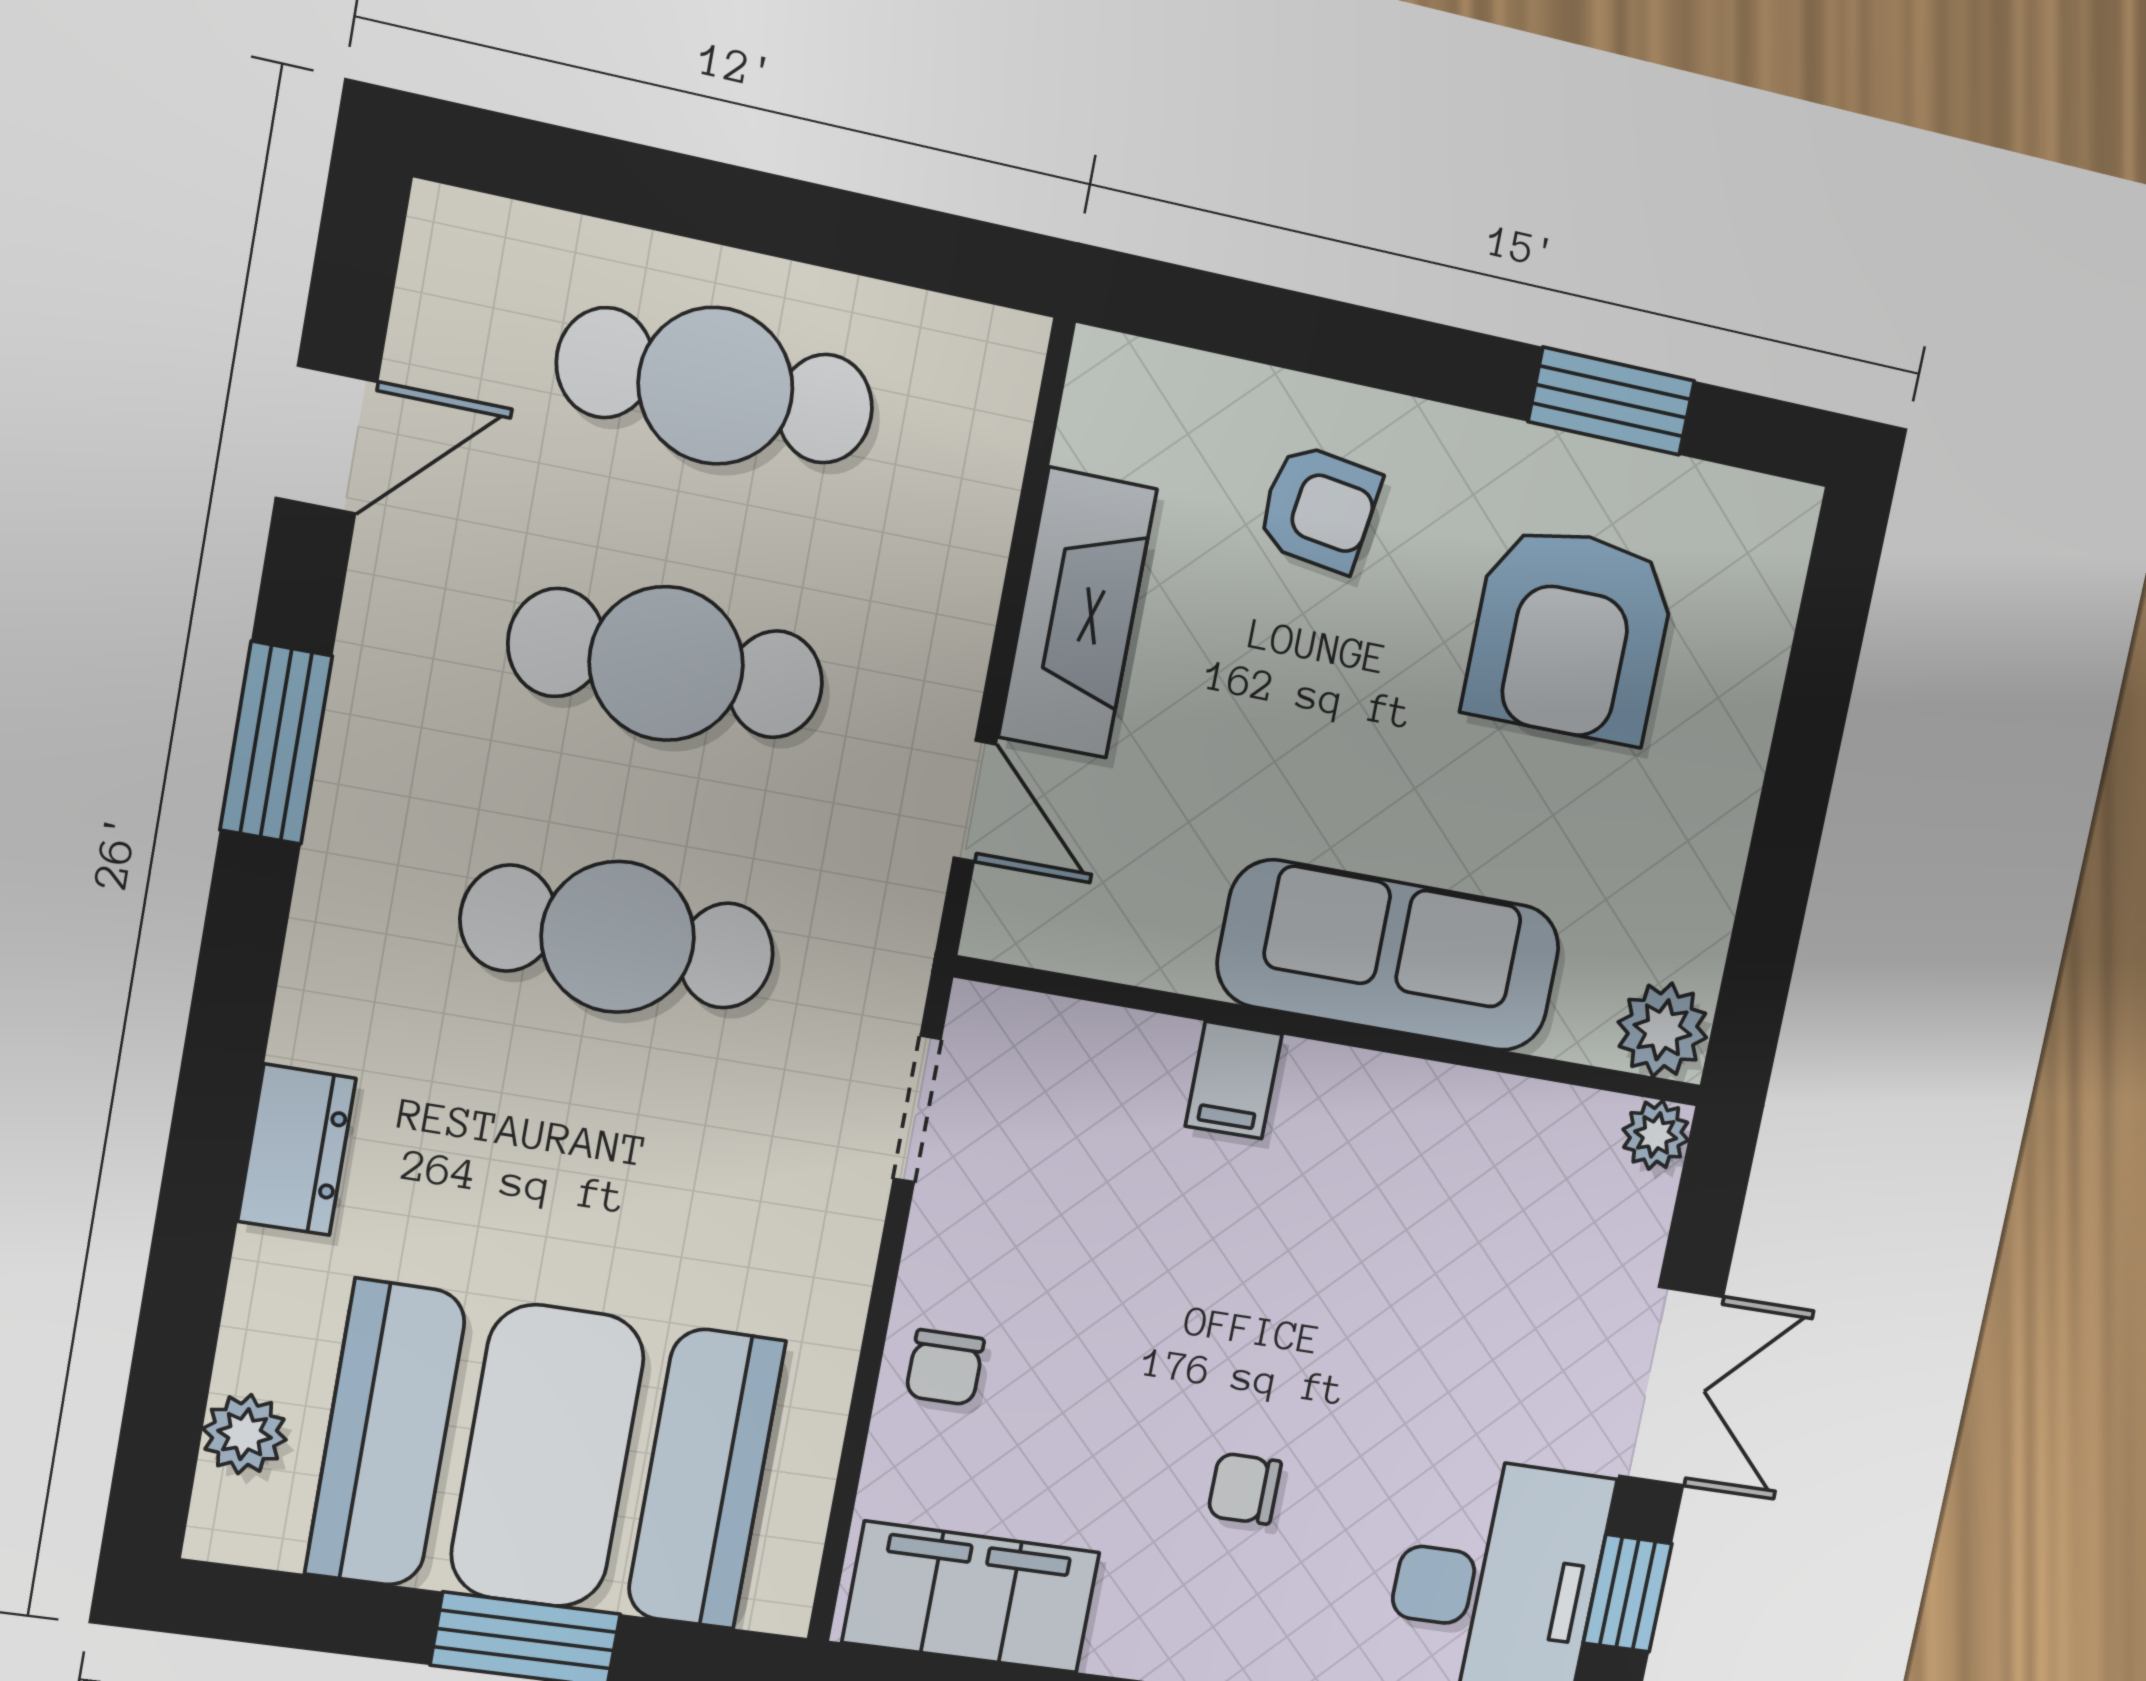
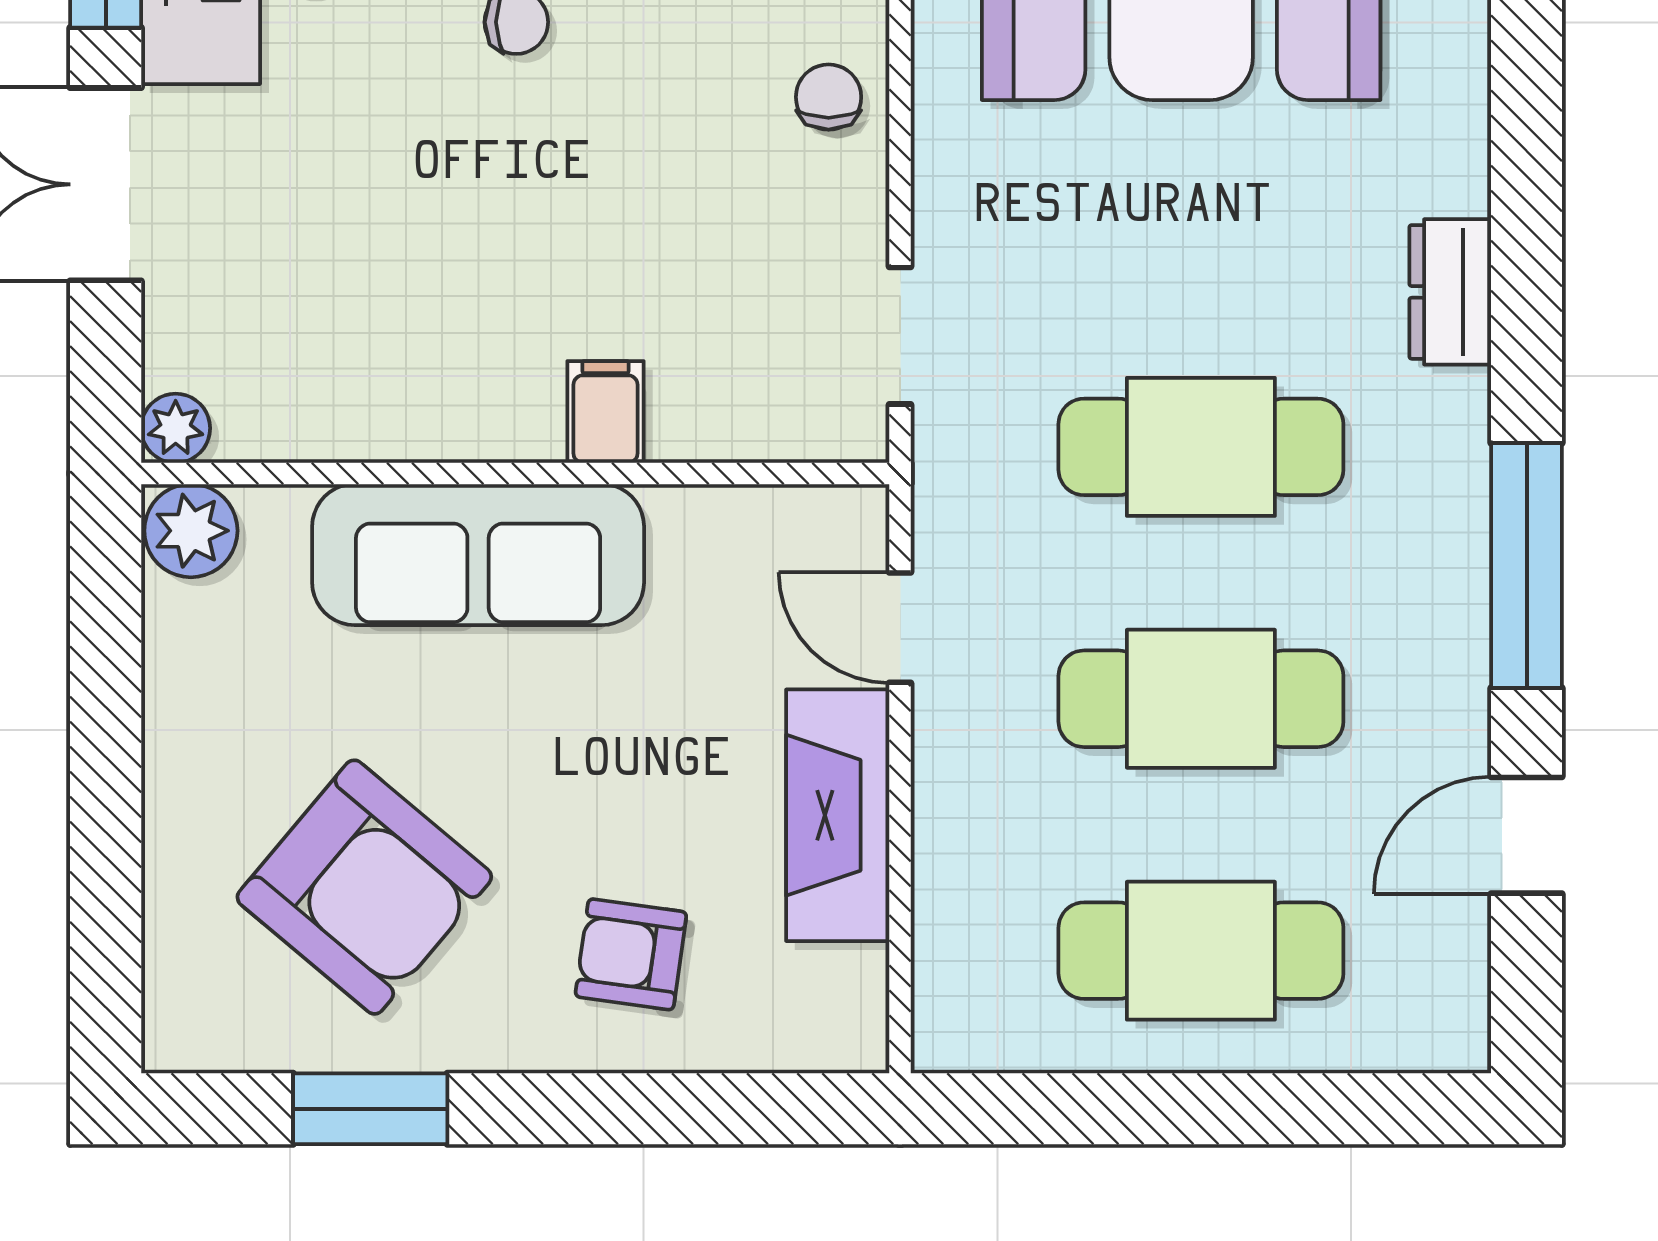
armchair: (1570, 634) -> (364, 887), turned 130
window: (276, 743) -> (1527, 565), width x1.44
dresser: (297, 1150) -> (1450, 292), moved

